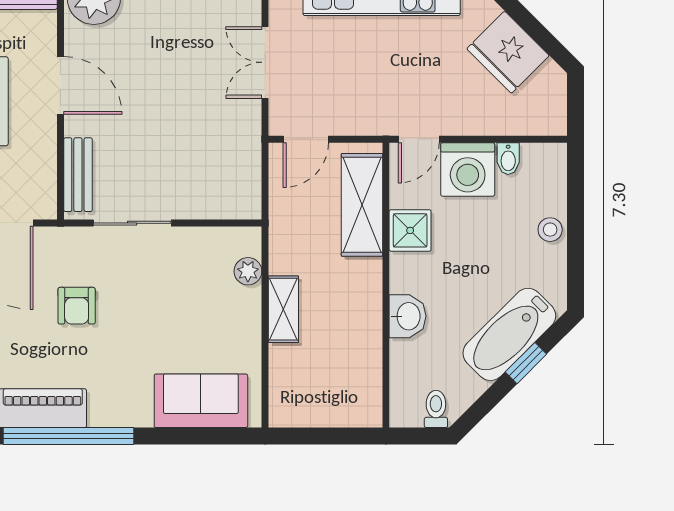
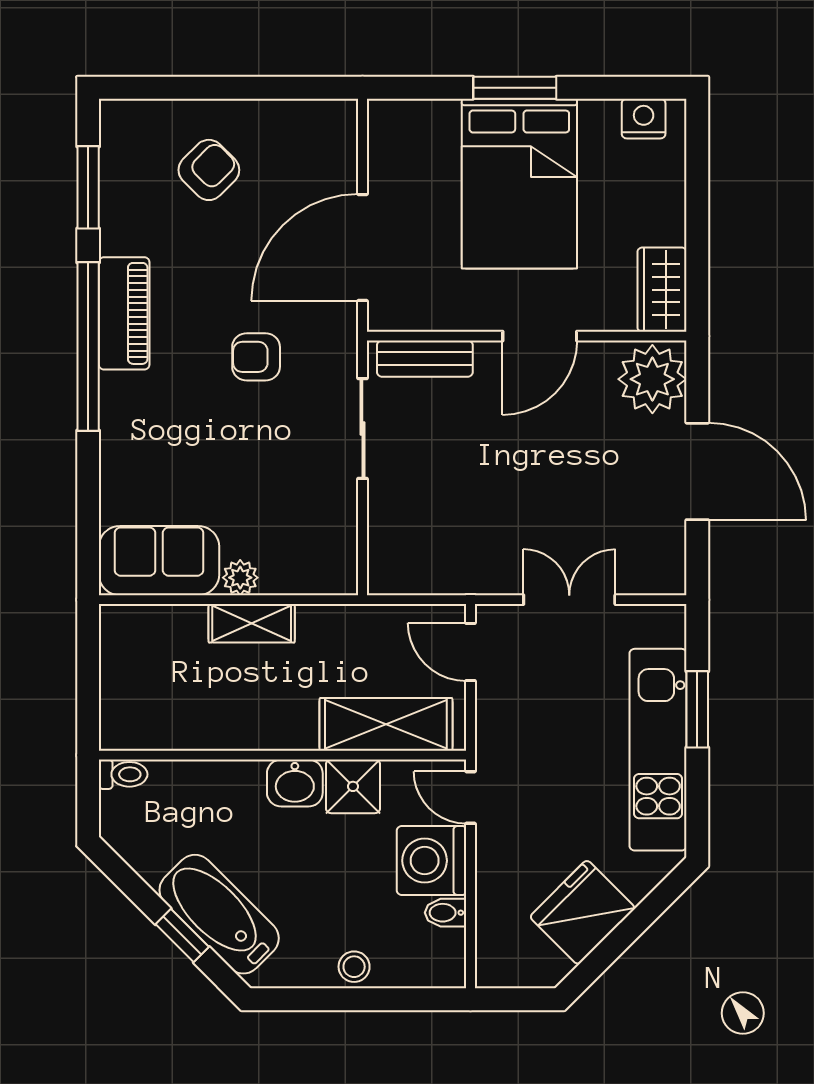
plant: (248, 271) -> (240, 578), moved
washbasin: (407, 316) -> (295, 783), moved
sofa: (201, 401) -> (159, 561), moved, turned -90
toilet: (436, 409) -> (123, 774), moved

